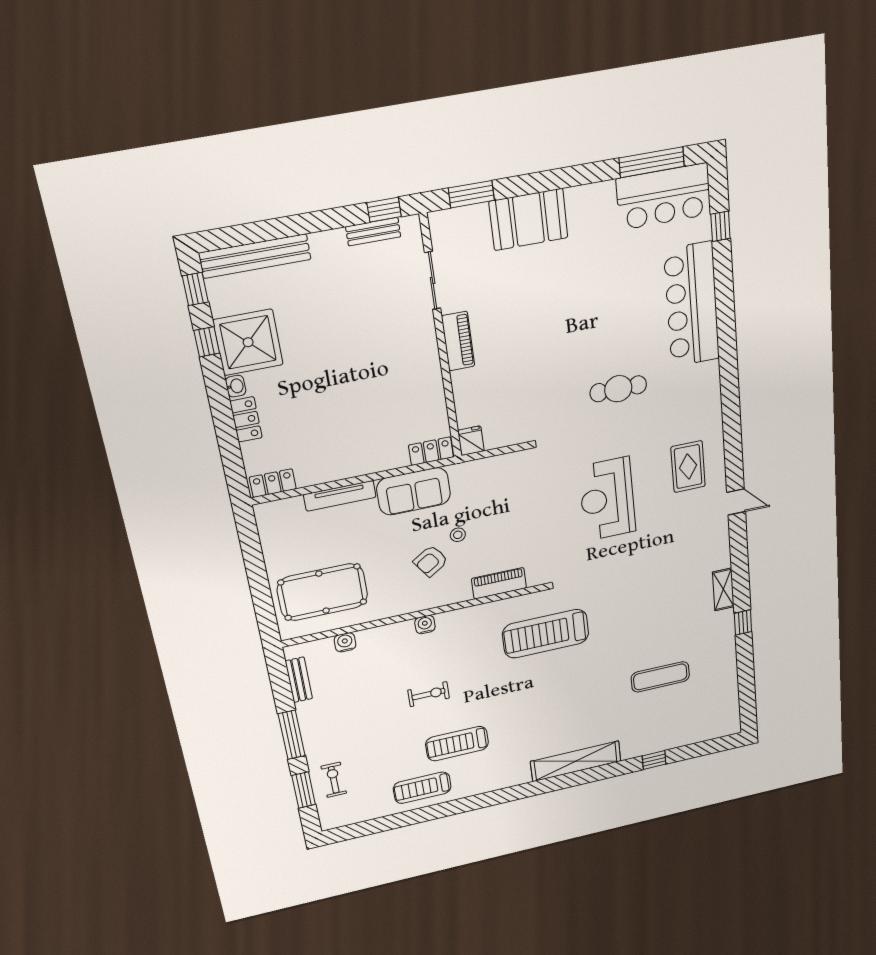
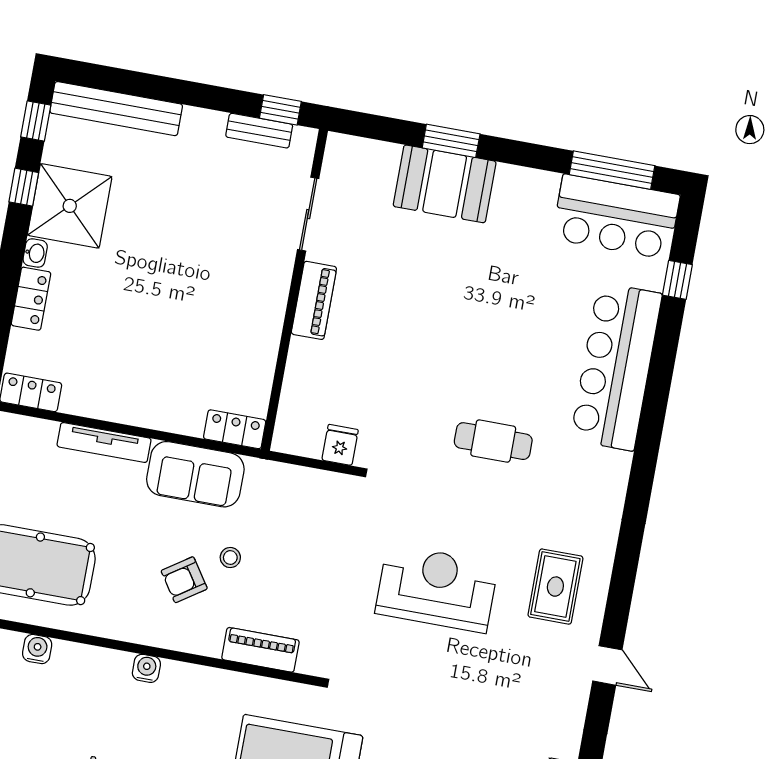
window: (471, 194) -> (451, 141), moved
fridge: (471, 441) -> (340, 445), moved
reception desk: (607, 499) -> (437, 588), turned 90

